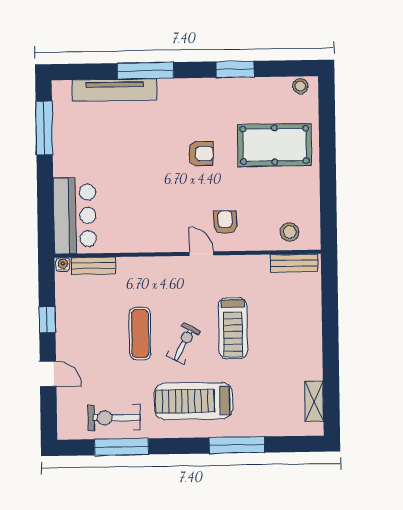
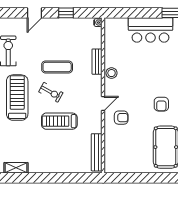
bar counter: (75, 216) -> (150, 30), moved
stool: (290, 232) -> (112, 73), moved
bench: (294, 263) -> (97, 152), width x1.36
bench: (93, 266) -> (97, 62), moved

